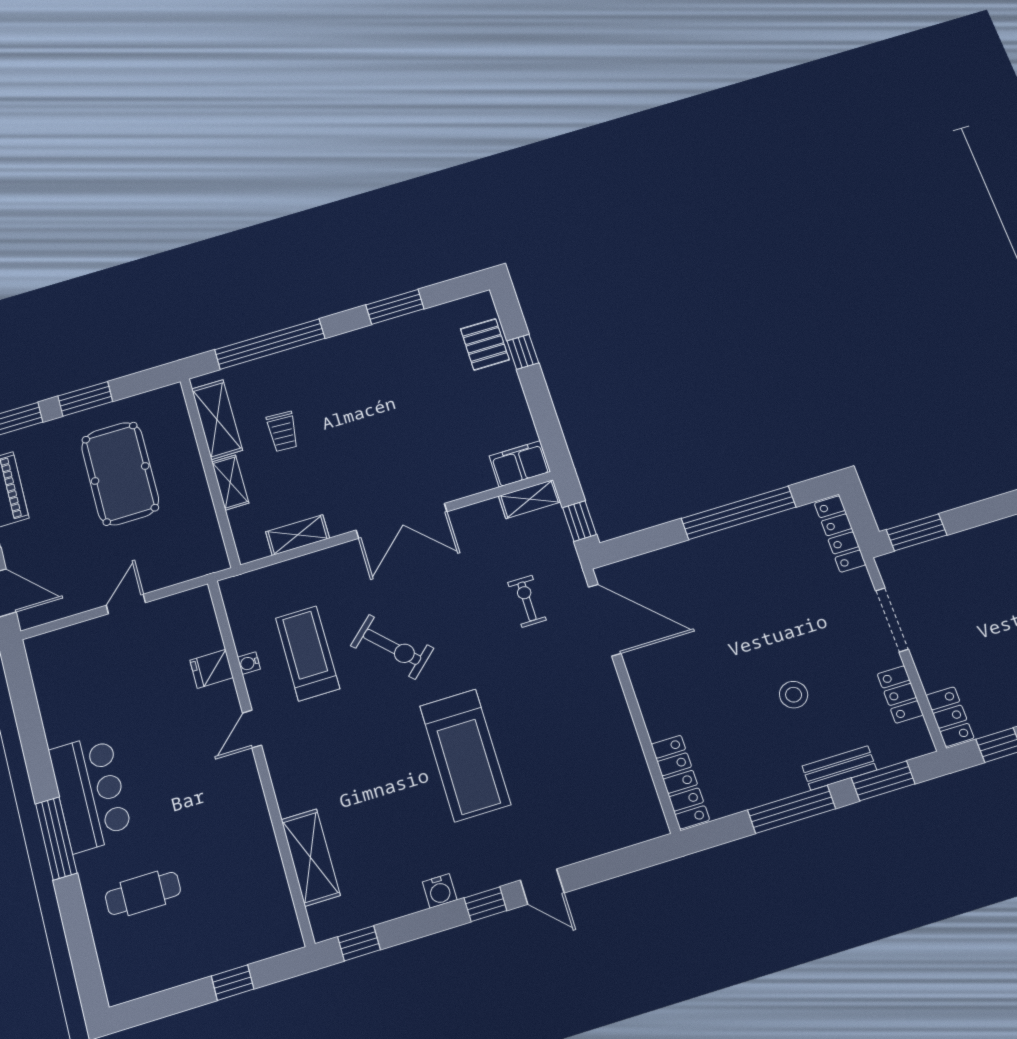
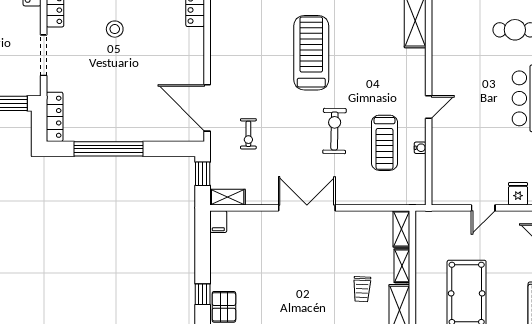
trolley: (283, 431) -> (362, 289), turned 180
filing cabinet: (520, 464) -> (218, 222), width x0.50
shelving: (297, 535) -> (401, 229), moved, turned 90
exercise bike: (392, 647) -> (334, 131), turned 45
fridge: (212, 669) -> (518, 194), moved, turned -90

